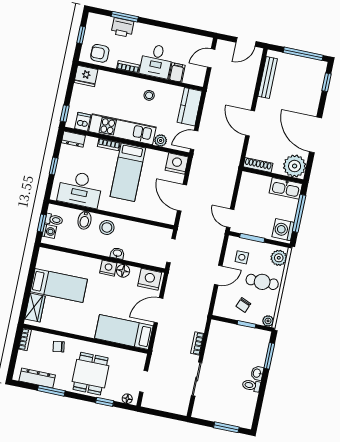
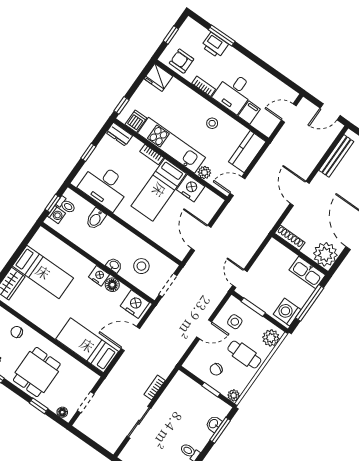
nightstand: (177, 164) -> (191, 188), moved
stool: (107, 227) -> (141, 266), moved
washbasin: (257, 373) -> (214, 424), moved

